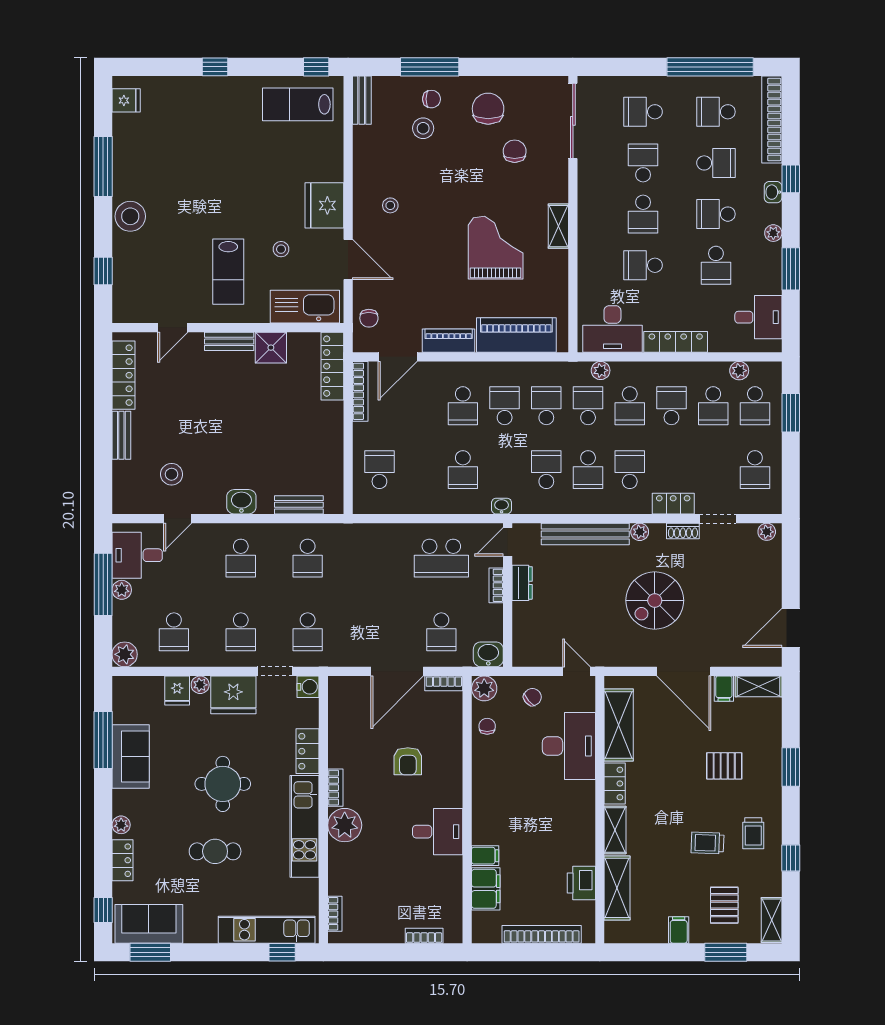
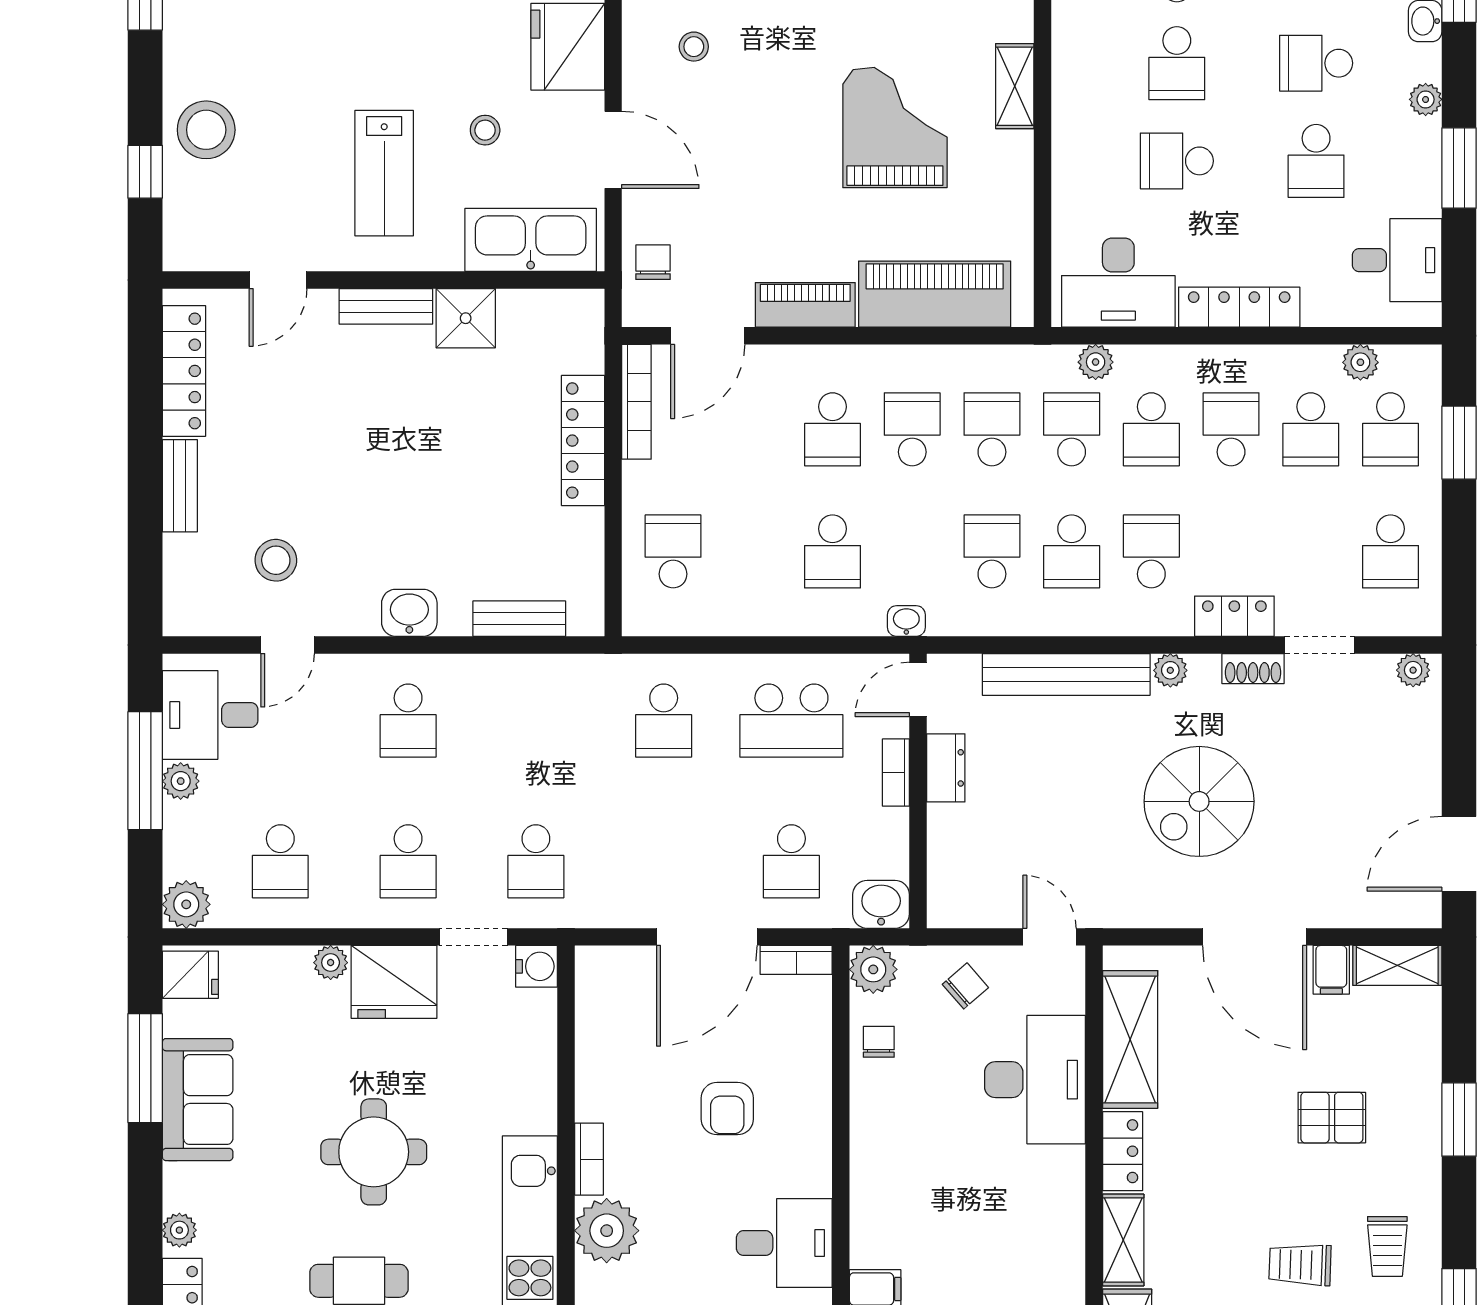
stool: (130, 216) -> (206, 130), moved
chair: (369, 318) -> (653, 262), turned 180
locker: (332, 366) -> (583, 441), moved
school desk: (308, 558) -> (664, 721), moved
fridge: (177, 691) -> (190, 975), moved, turned -90
locker: (308, 751) -> (536, 1089), removed

